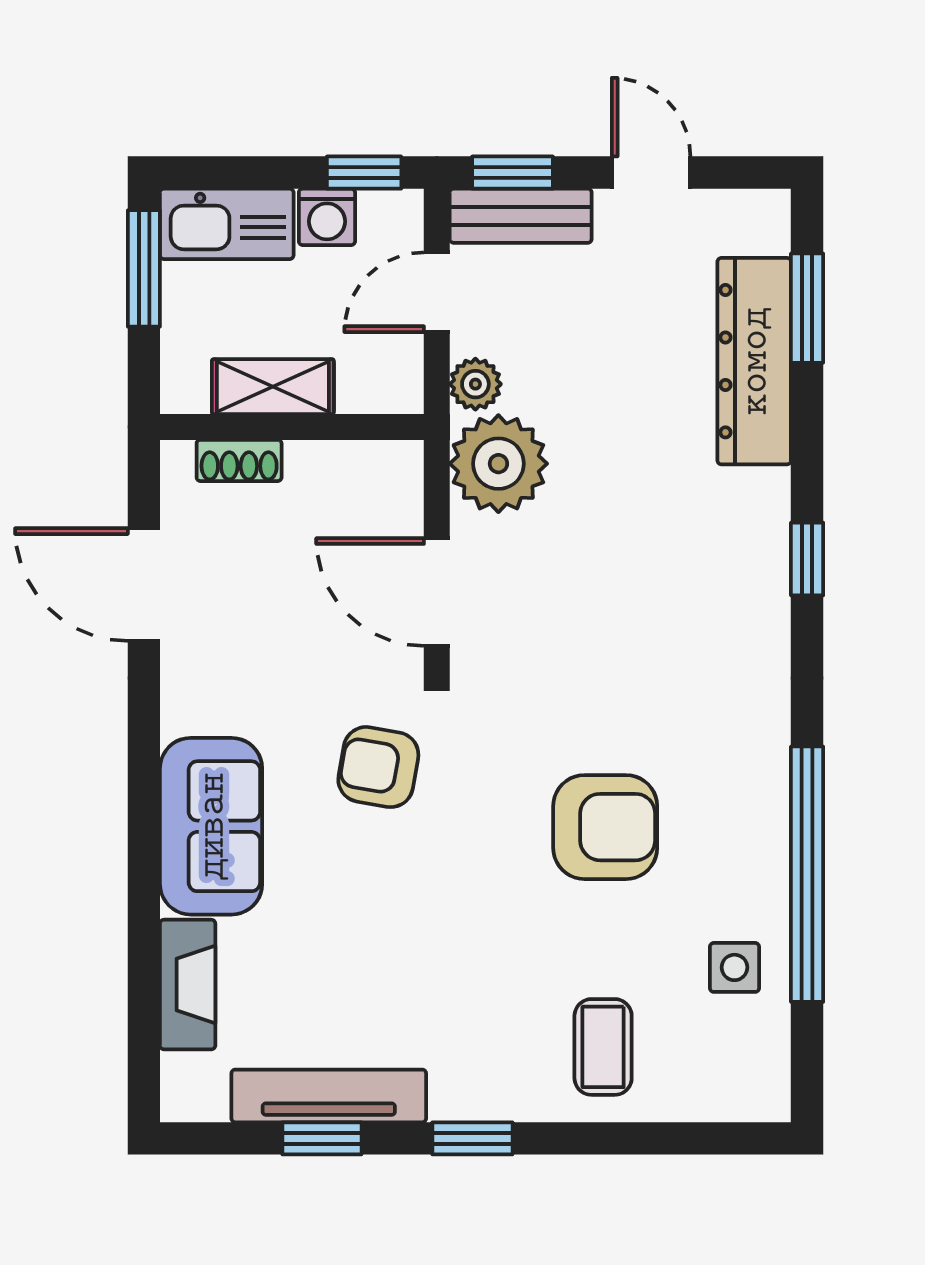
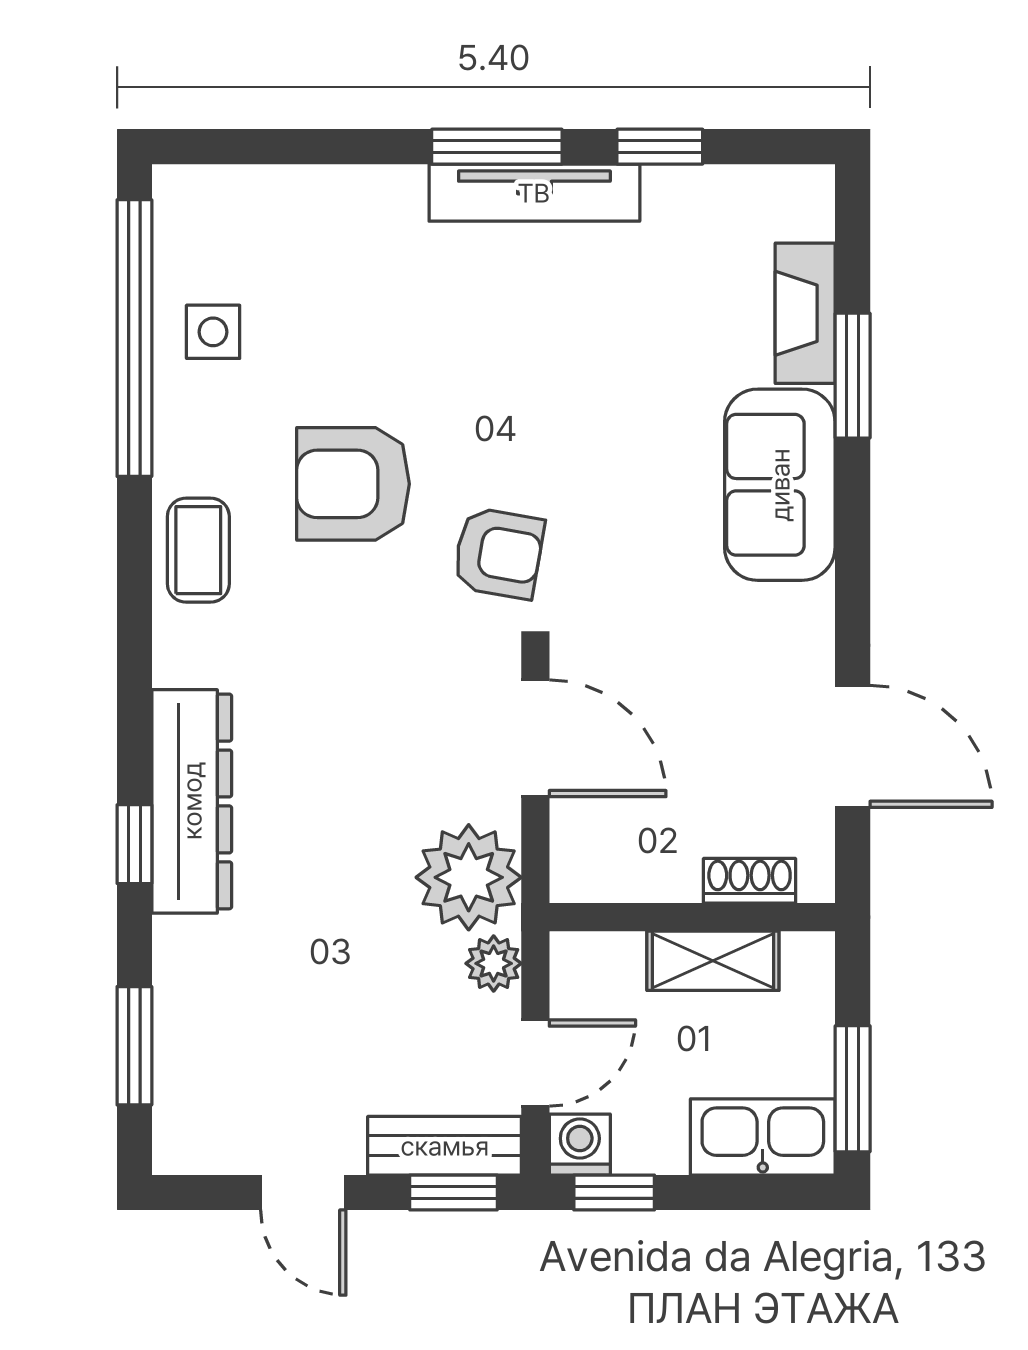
washing machine: (327, 217) -> (580, 1145), moved
dresser: (754, 361) -> (192, 801), moved
window: (807, 559) -> (134, 844), moved
armchair: (378, 767) -> (498, 553), moved
window: (807, 874) -> (134, 338), moved
window: (144, 927) -> (853, 376), added
coffee table: (603, 1047) -> (198, 550), moved
tv unit: (329, 1096) -> (534, 193), moved
window: (472, 1138) -> (497, 147), width x1.50

